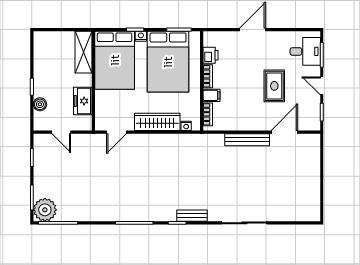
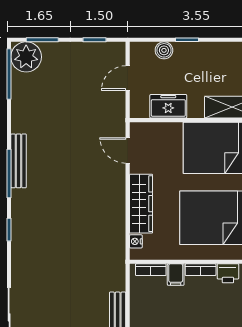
bench: (192, 216) -> (19, 161), moved, width x1.36

